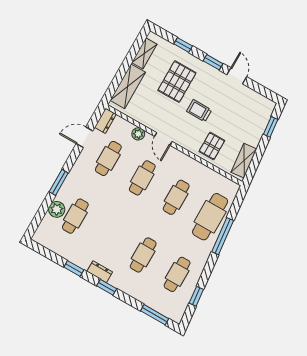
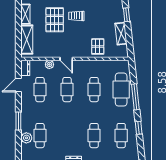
trolley: (199, 111) -> (76, 16), moved
shelving: (244, 161) -> (121, 34), moved
window: (196, 296) -> (139, 128), moved

